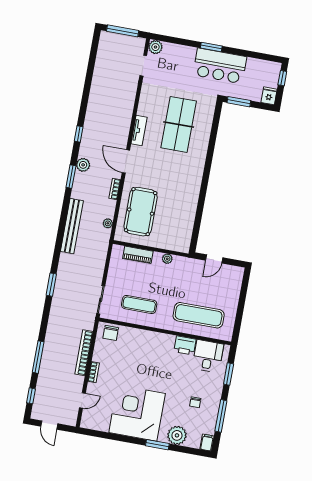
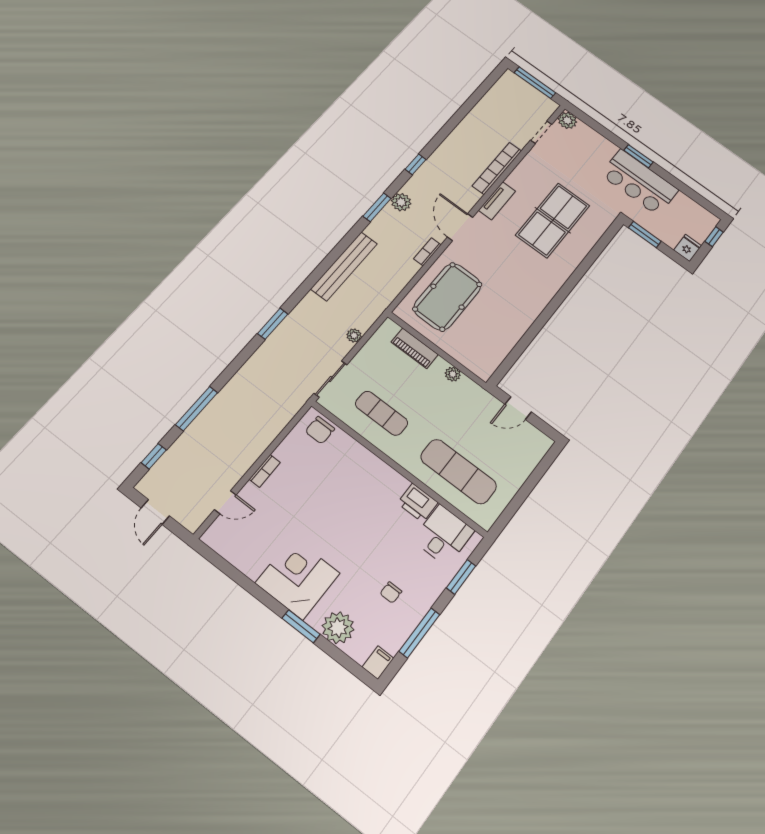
plant: (108, 223) -> (354, 335), moved
bookcase: (84, 353) -> (497, 168), moved
corner desk: (137, 413) -> (298, 578), width x0.74, depth x0.74

